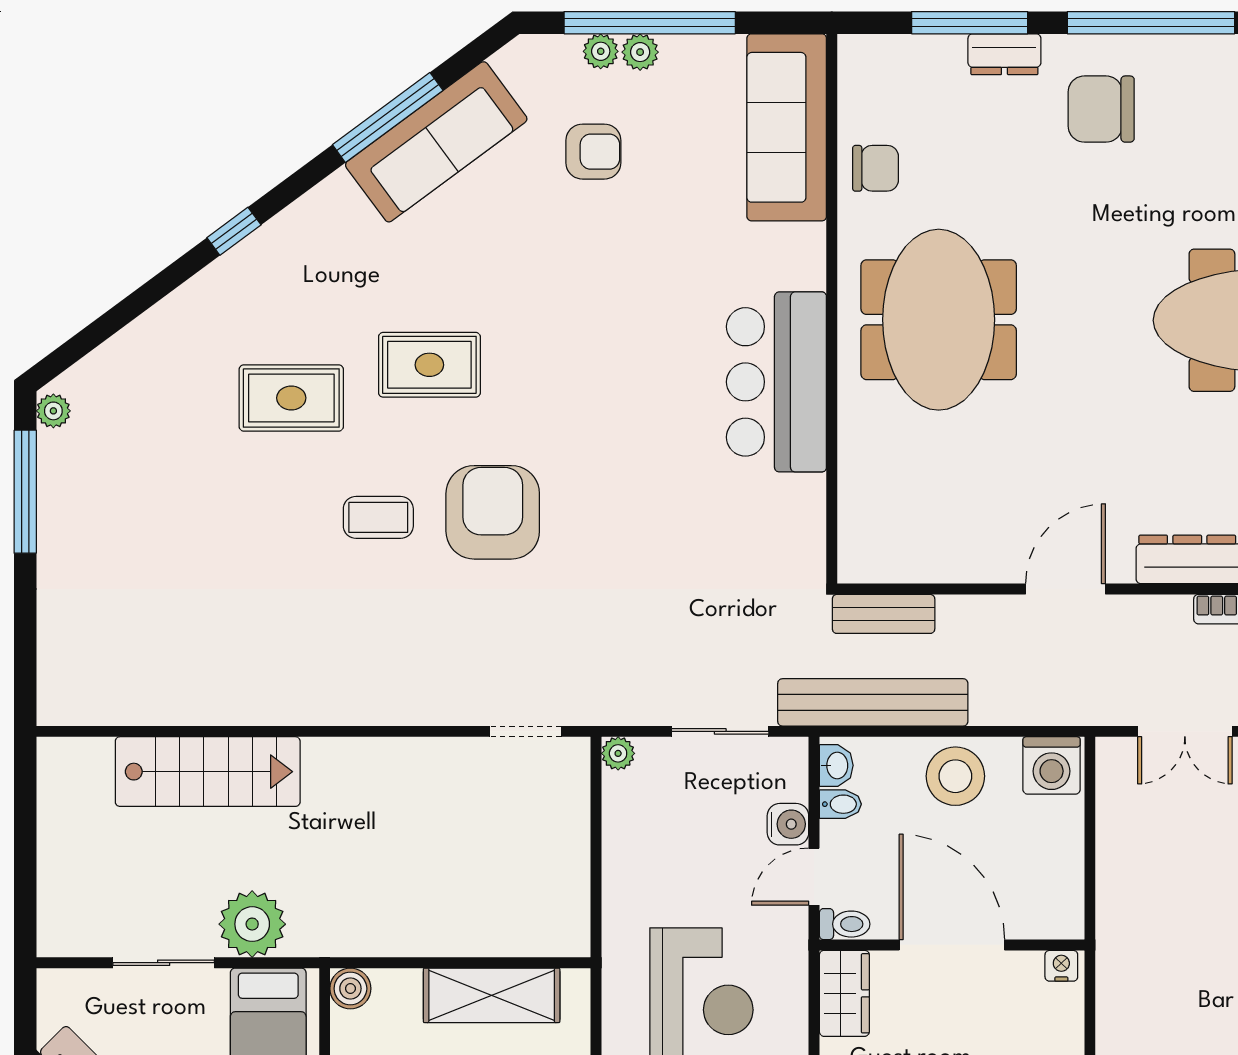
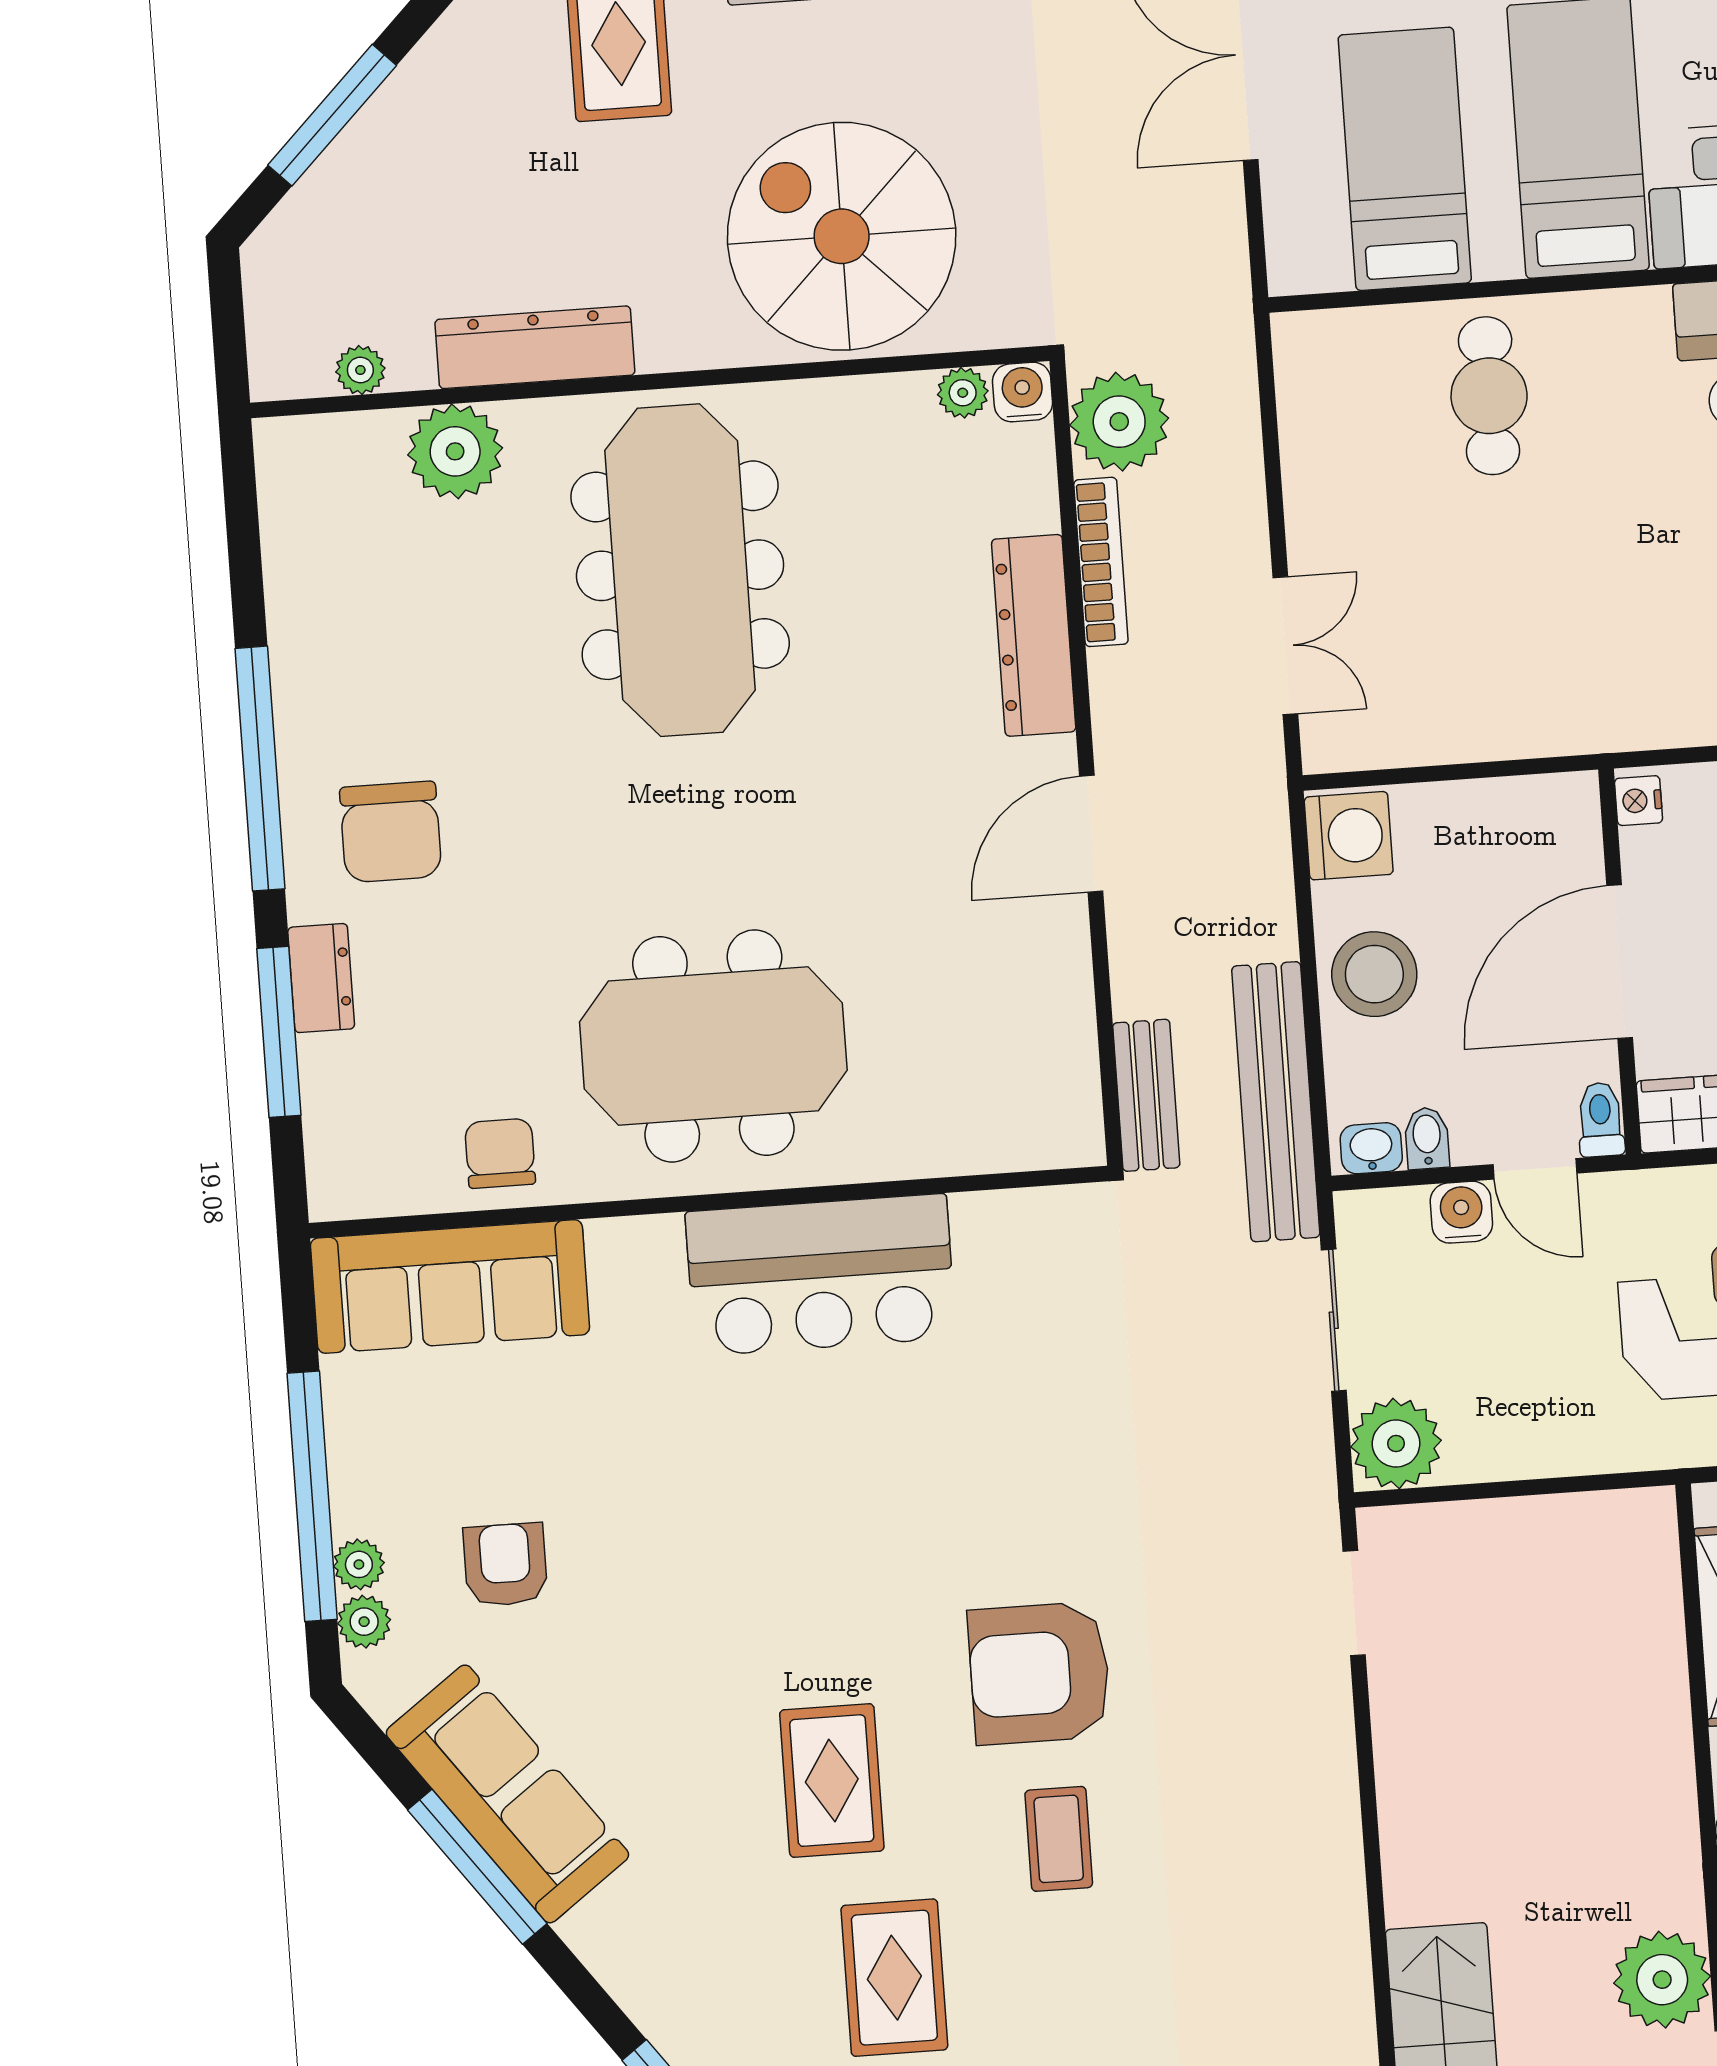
plant: (640, 52) -> (364, 1622), moved
door: (1065, 589) -> (1091, 834), hinge flipped
plant: (618, 753) -> (1396, 1444), width x1.87, depth x1.87

